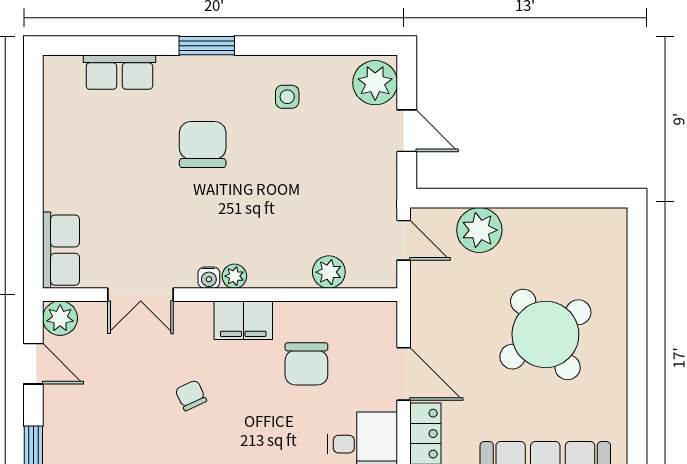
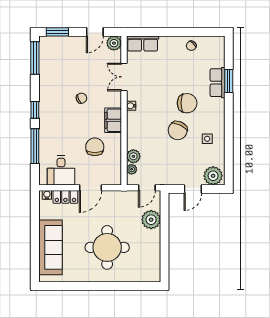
window: (207, 46) -> (229, 81), moved
row of seats: (119, 72) -> (217, 83), moved
chair: (66, 135) -> (191, 46), added
chair: (268, 167) -> (178, 131), added
plant: (234, 276) -> (132, 169), moved
round table: (545, 334) -> (107, 247), turned 34
chair: (306, 364) -> (95, 147), turned 90

